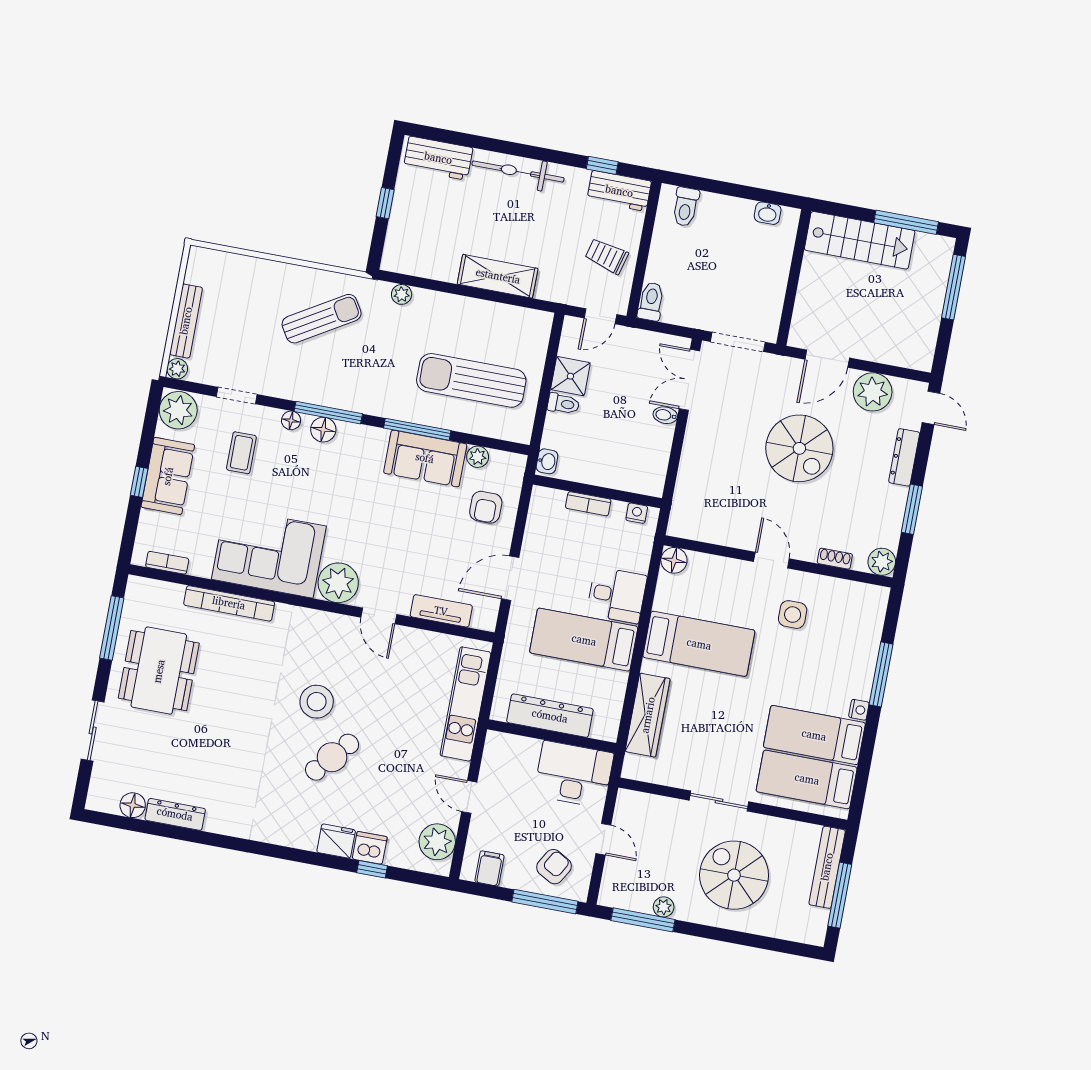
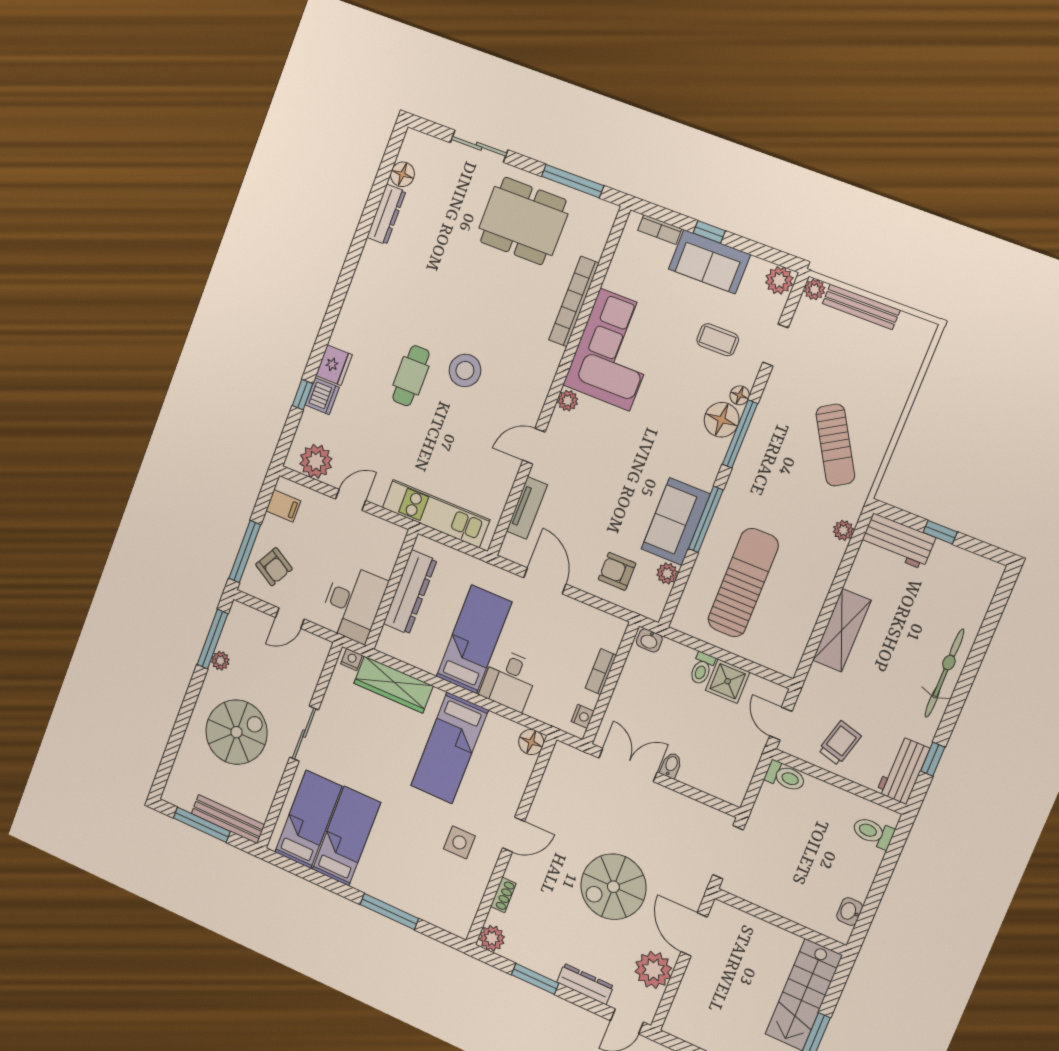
workbench: (438, 158) -> (898, 541), moved, turned -90
double door: (689, 380) -> (628, 765), moved
plant: (178, 410) -> (779, 280), width x0.73, depth x0.73
floor lamp: (323, 430) -> (722, 420), width x1.38, depth x1.38
bookcase: (167, 563) -> (660, 229), moved, turned 90
plant: (338, 583) -> (568, 401), width x0.53, depth x0.53
nightstand: (859, 710) -> (352, 659), moved, turned 180
cafe table: (332, 757) -> (411, 376), turned 49

